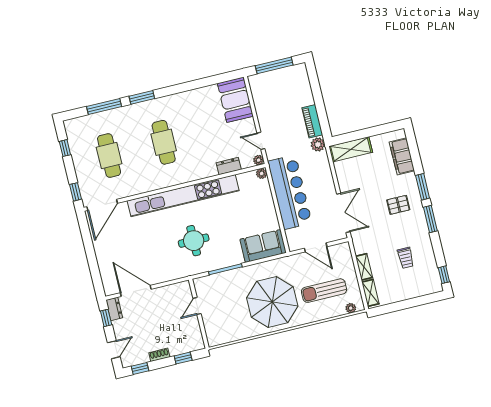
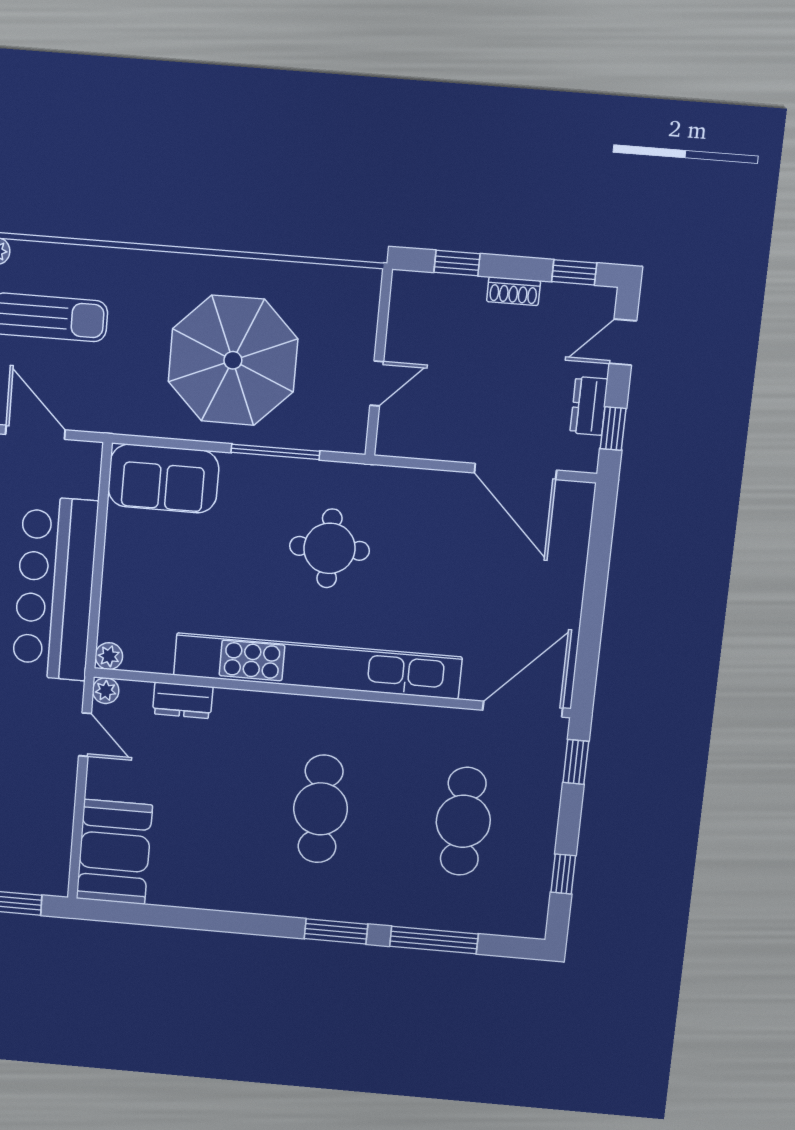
parasol: (272, 302) -> (233, 360), moved
dresser: (114, 309) -> (589, 406), moved

